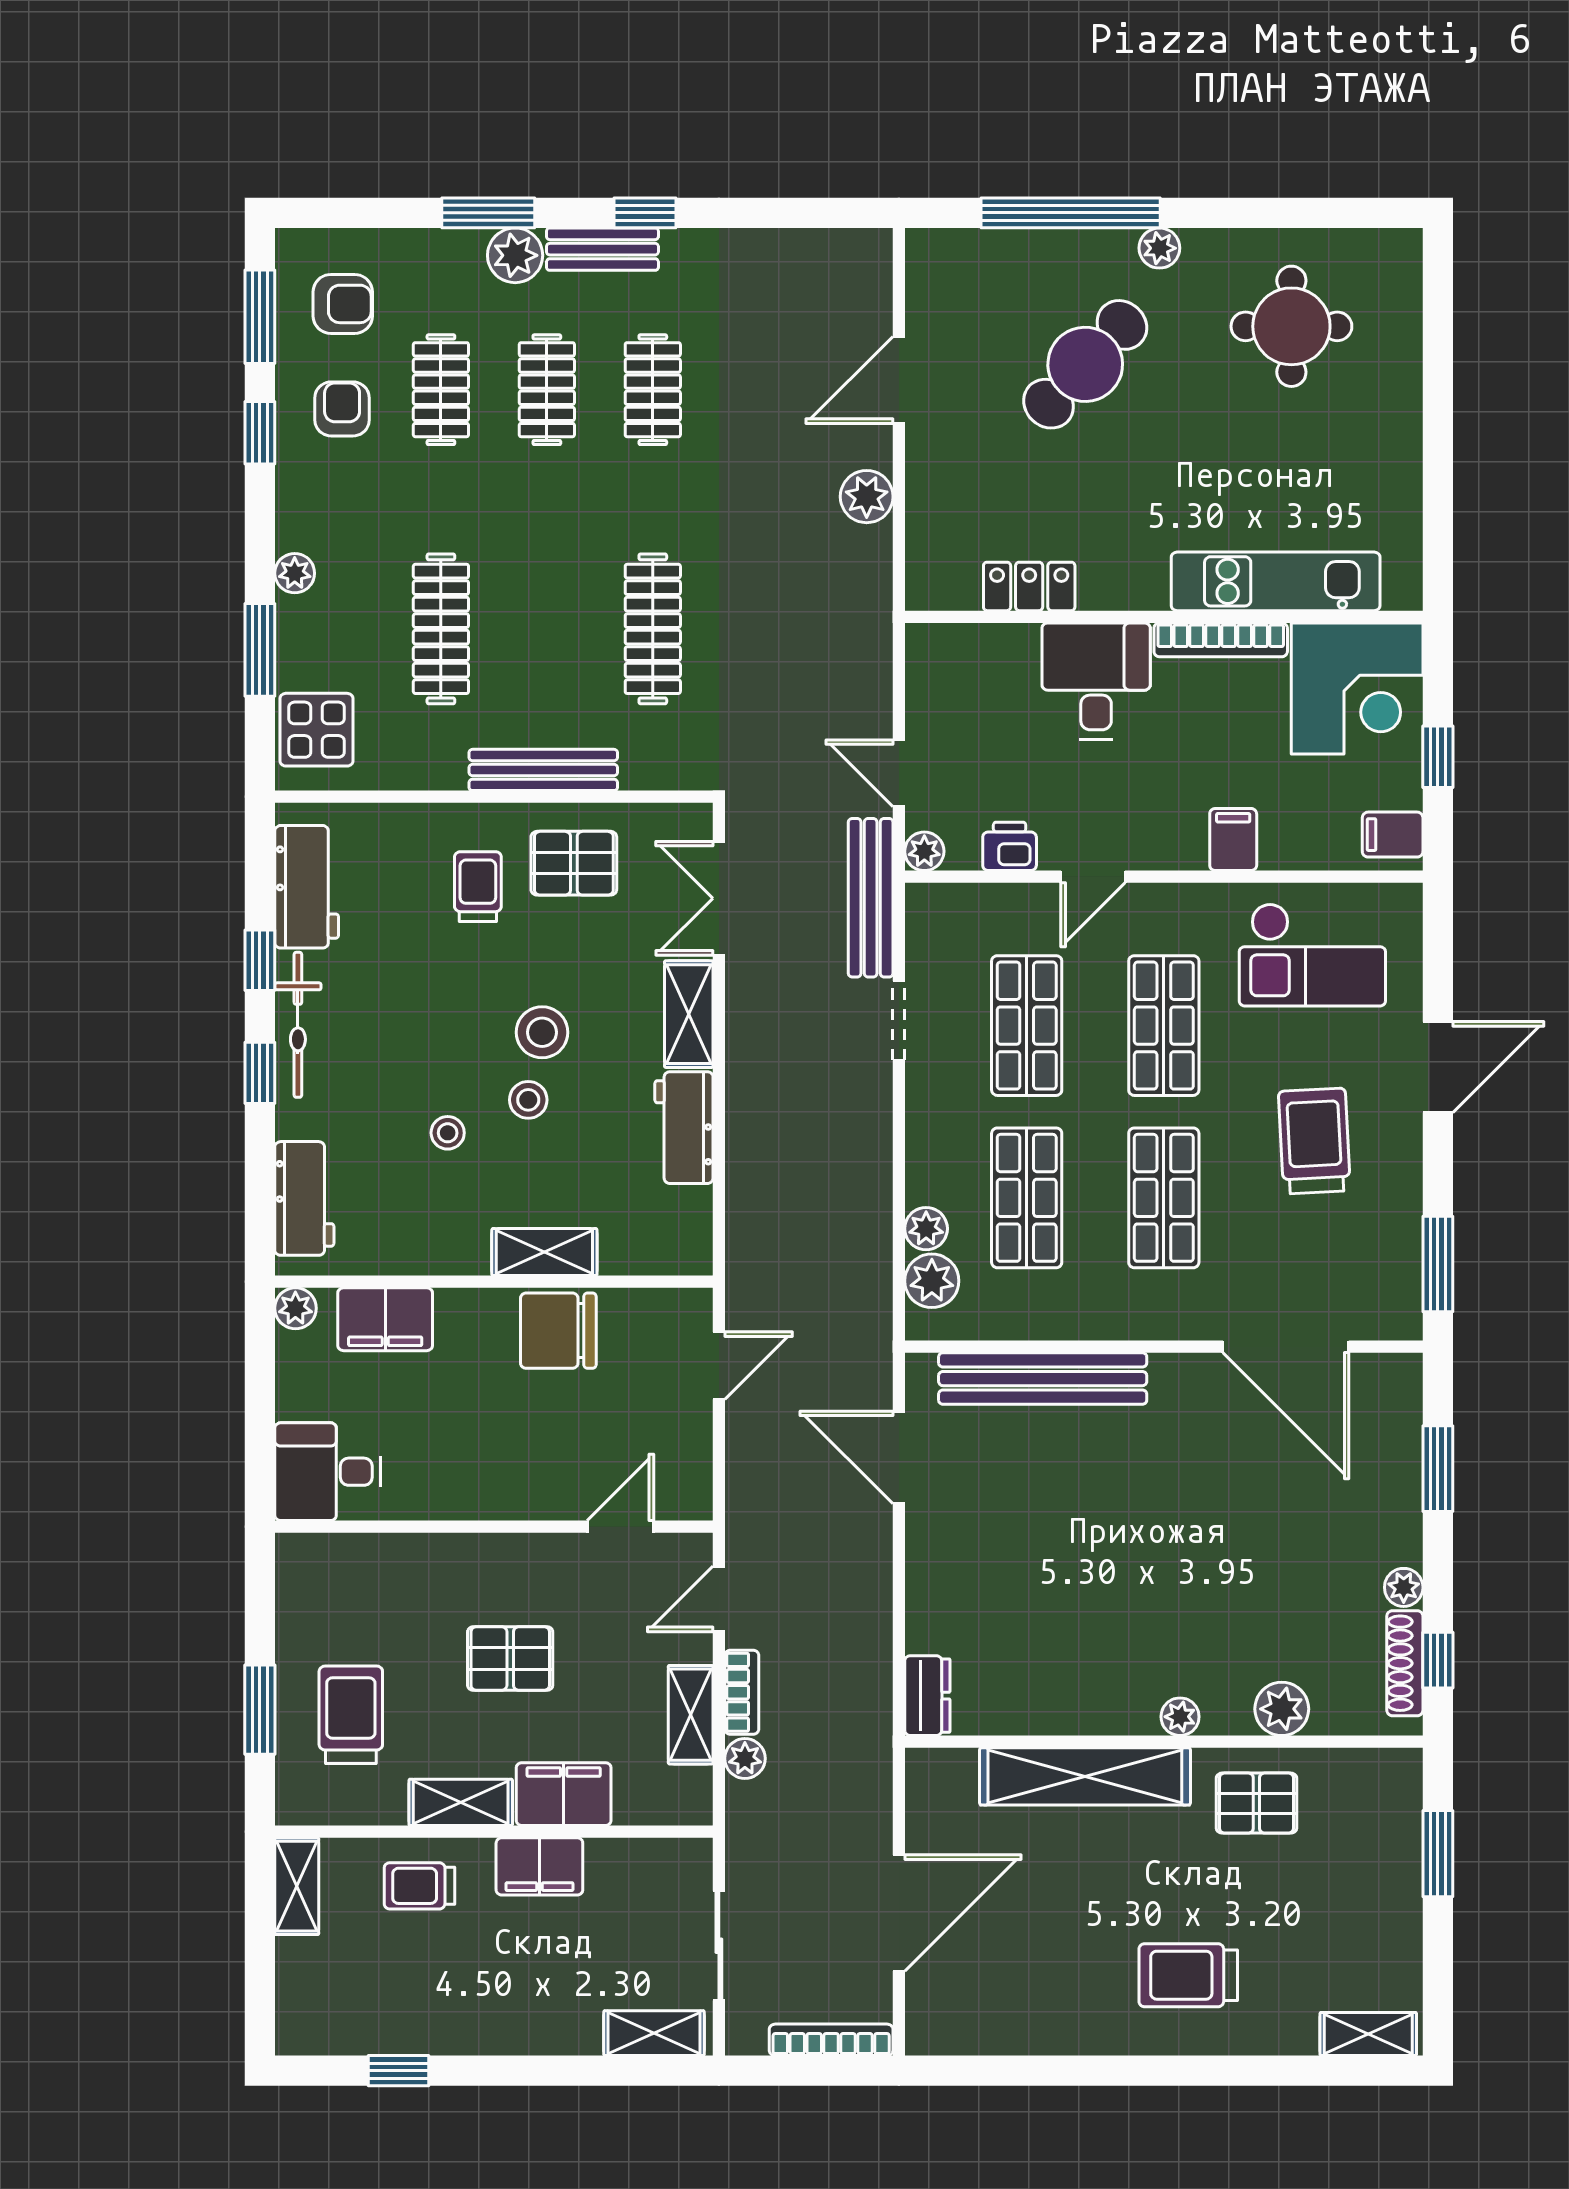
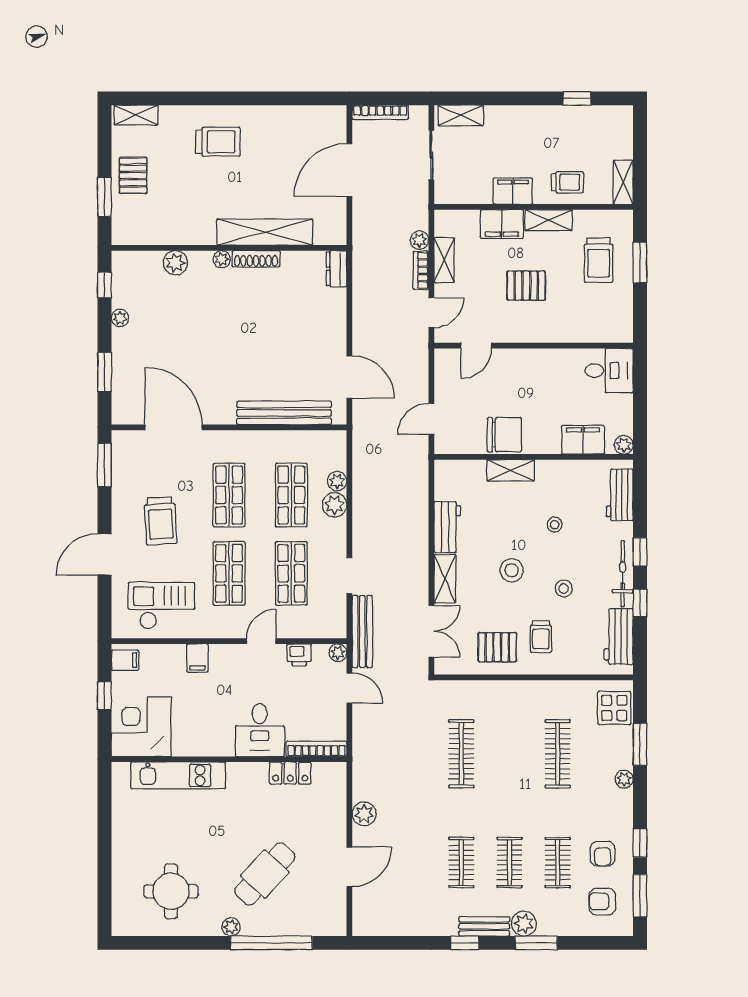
bookcase: (1221, 640) -> (316, 749), moved
bench: (543, 770) -> (511, 690), removed
stool: (528, 1100) -> (564, 588), moved
plant: (932, 1281) -> (335, 505), moved
shoe rack: (1405, 1663) -> (256, 259), moved, turned 90
pallet: (1256, 1803) -> (133, 175), moved, turned 90

